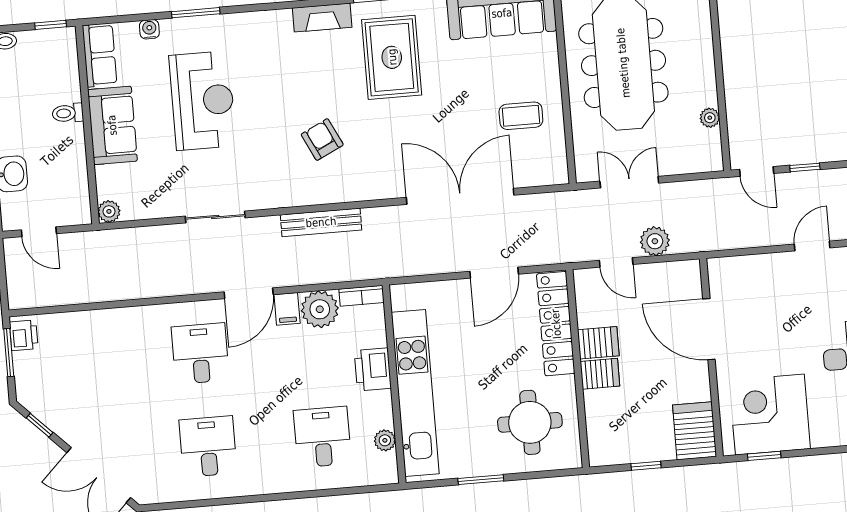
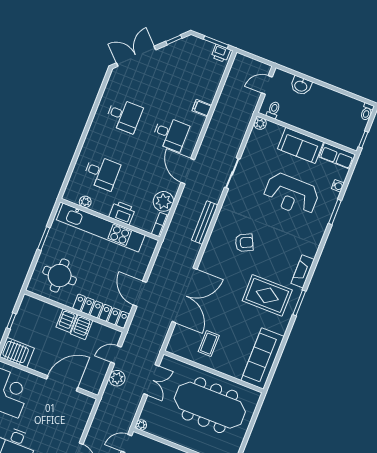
toilet: (68, 113) -> (273, 110), moved
plant: (710, 118) -> (141, 425), moved
filing cabinet: (287, 309) -> (202, 108), moved

